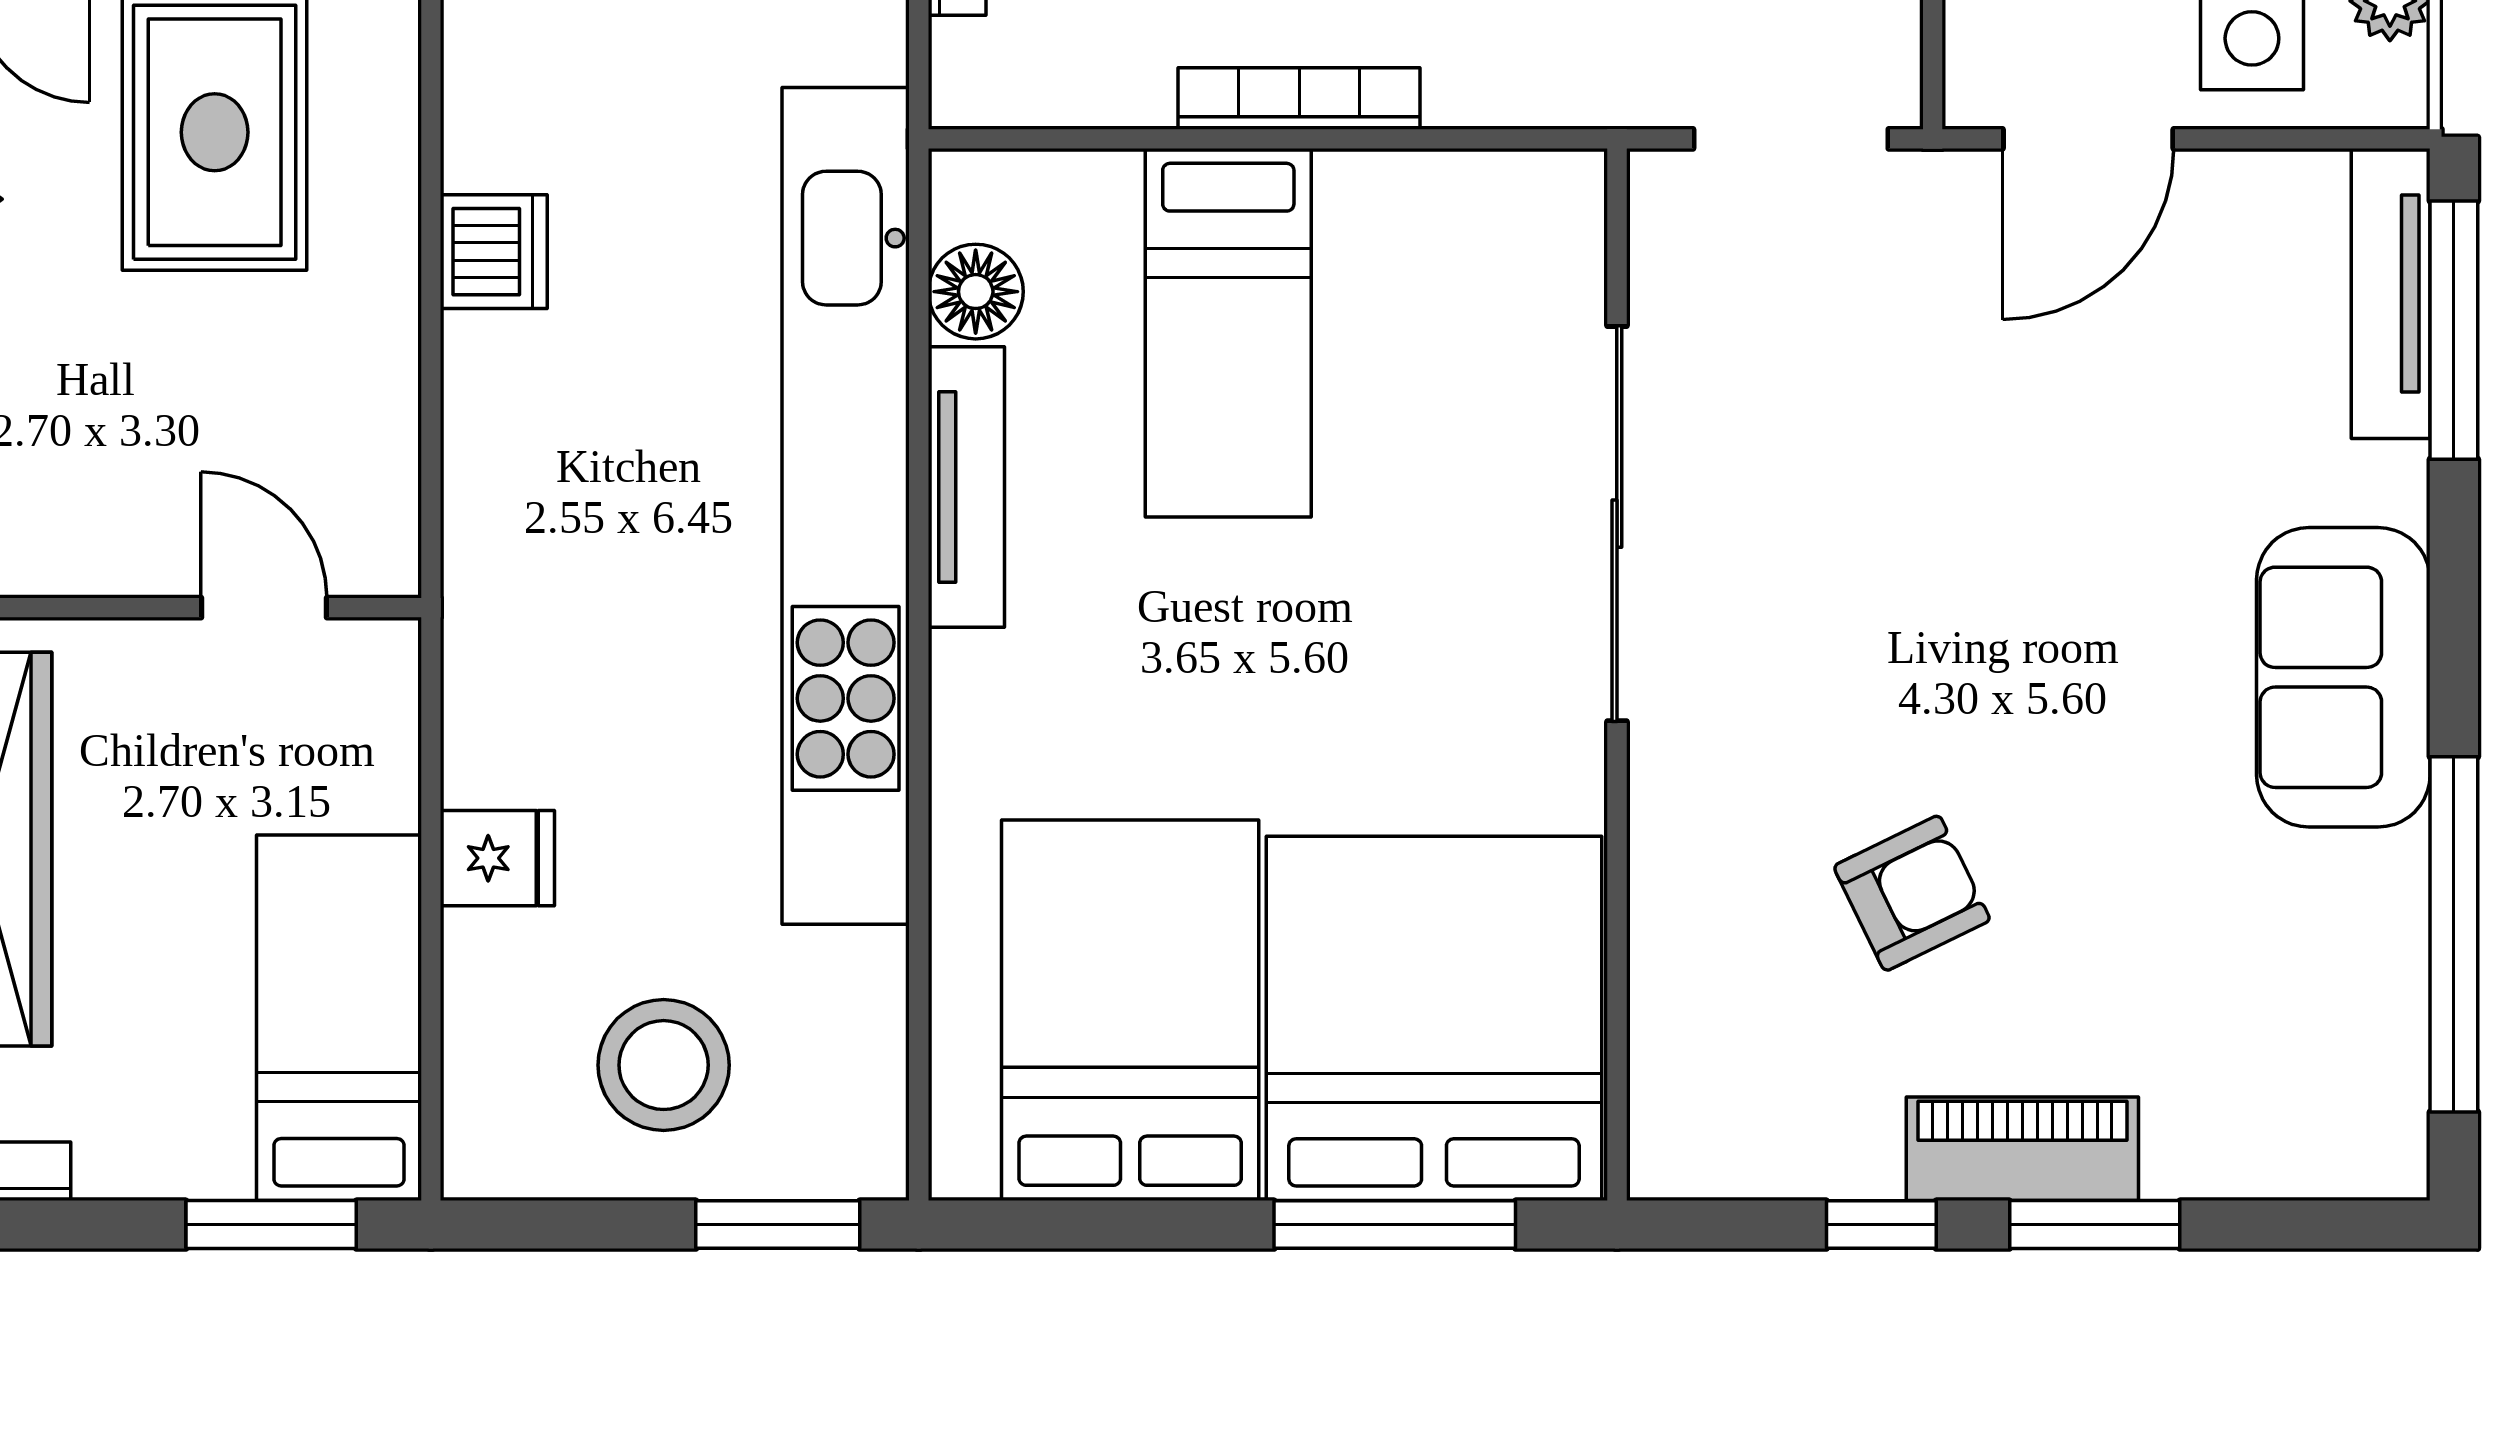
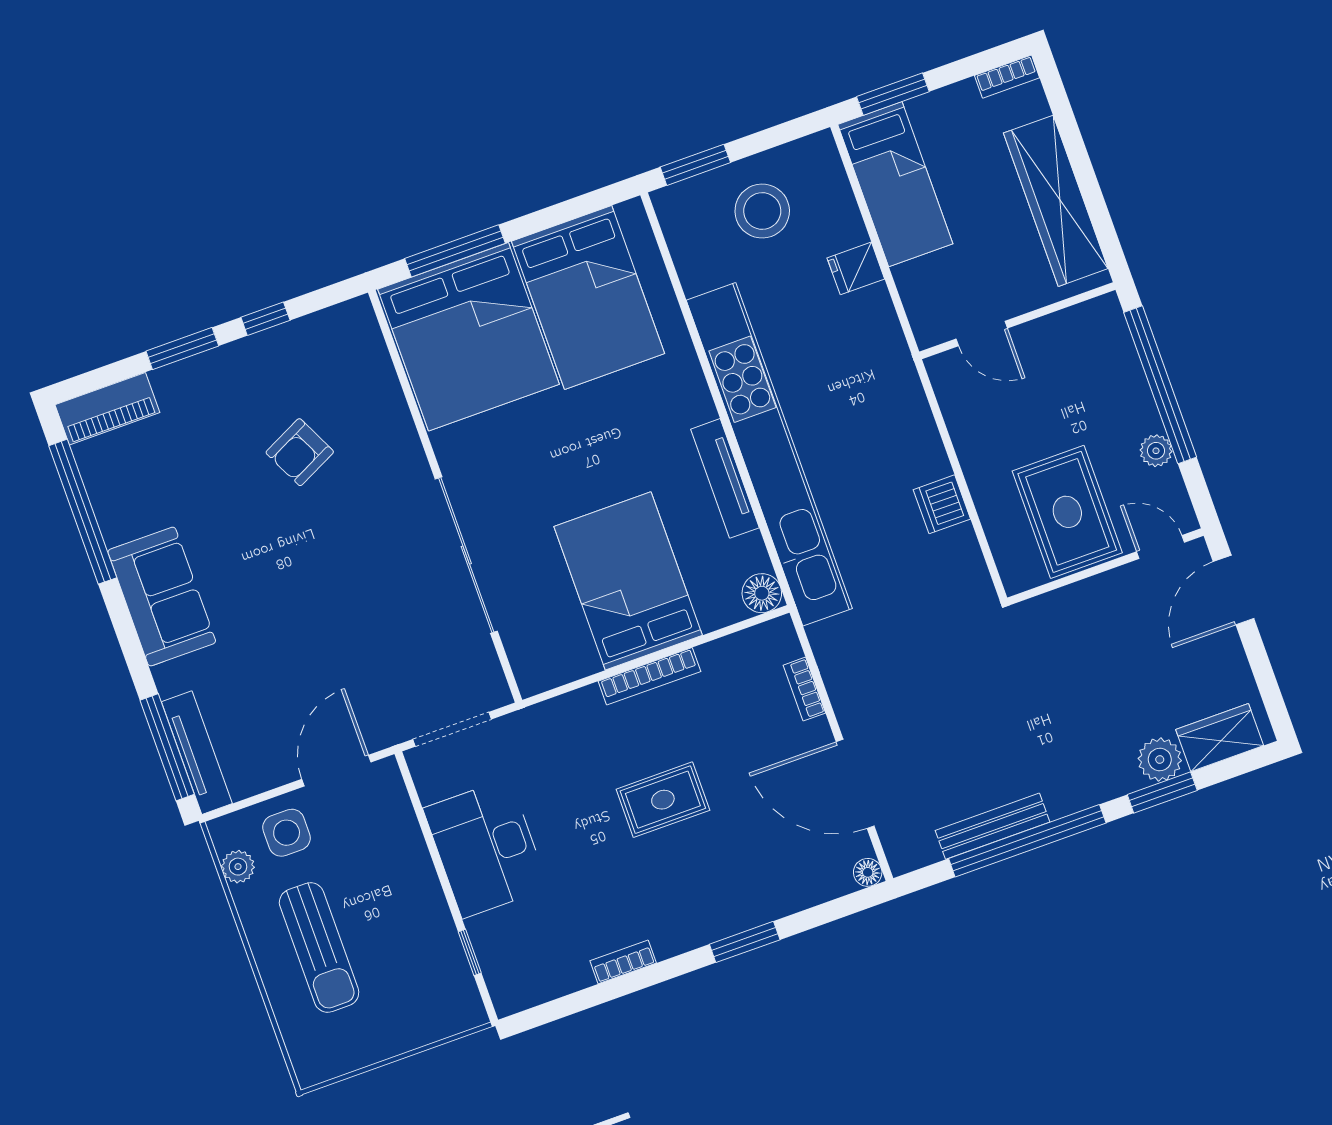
floor lamp: (976, 292) -> (762, 593), moved
bed: (1228, 333) -> (628, 581), width x1.50
piano: (2022, 1149) -> (107, 409), moved

